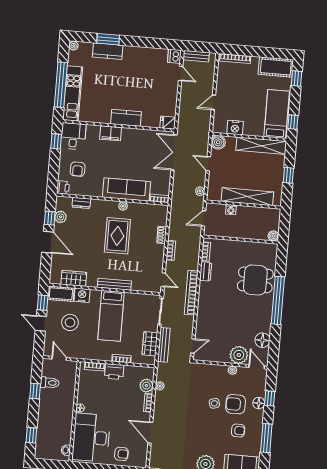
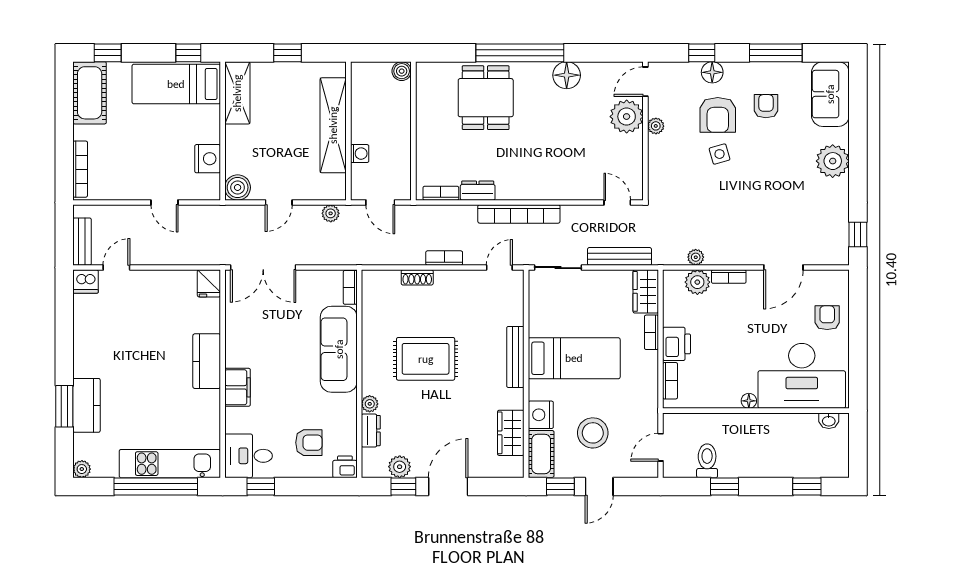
shelving: (261, 146) -> (237, 93), width x0.68
plant: (123, 206) -> (370, 404), moved
floor lamp: (262, 340) -> (567, 75), moved
wardrobe: (150, 344) -> (646, 291), moved, turned 90

